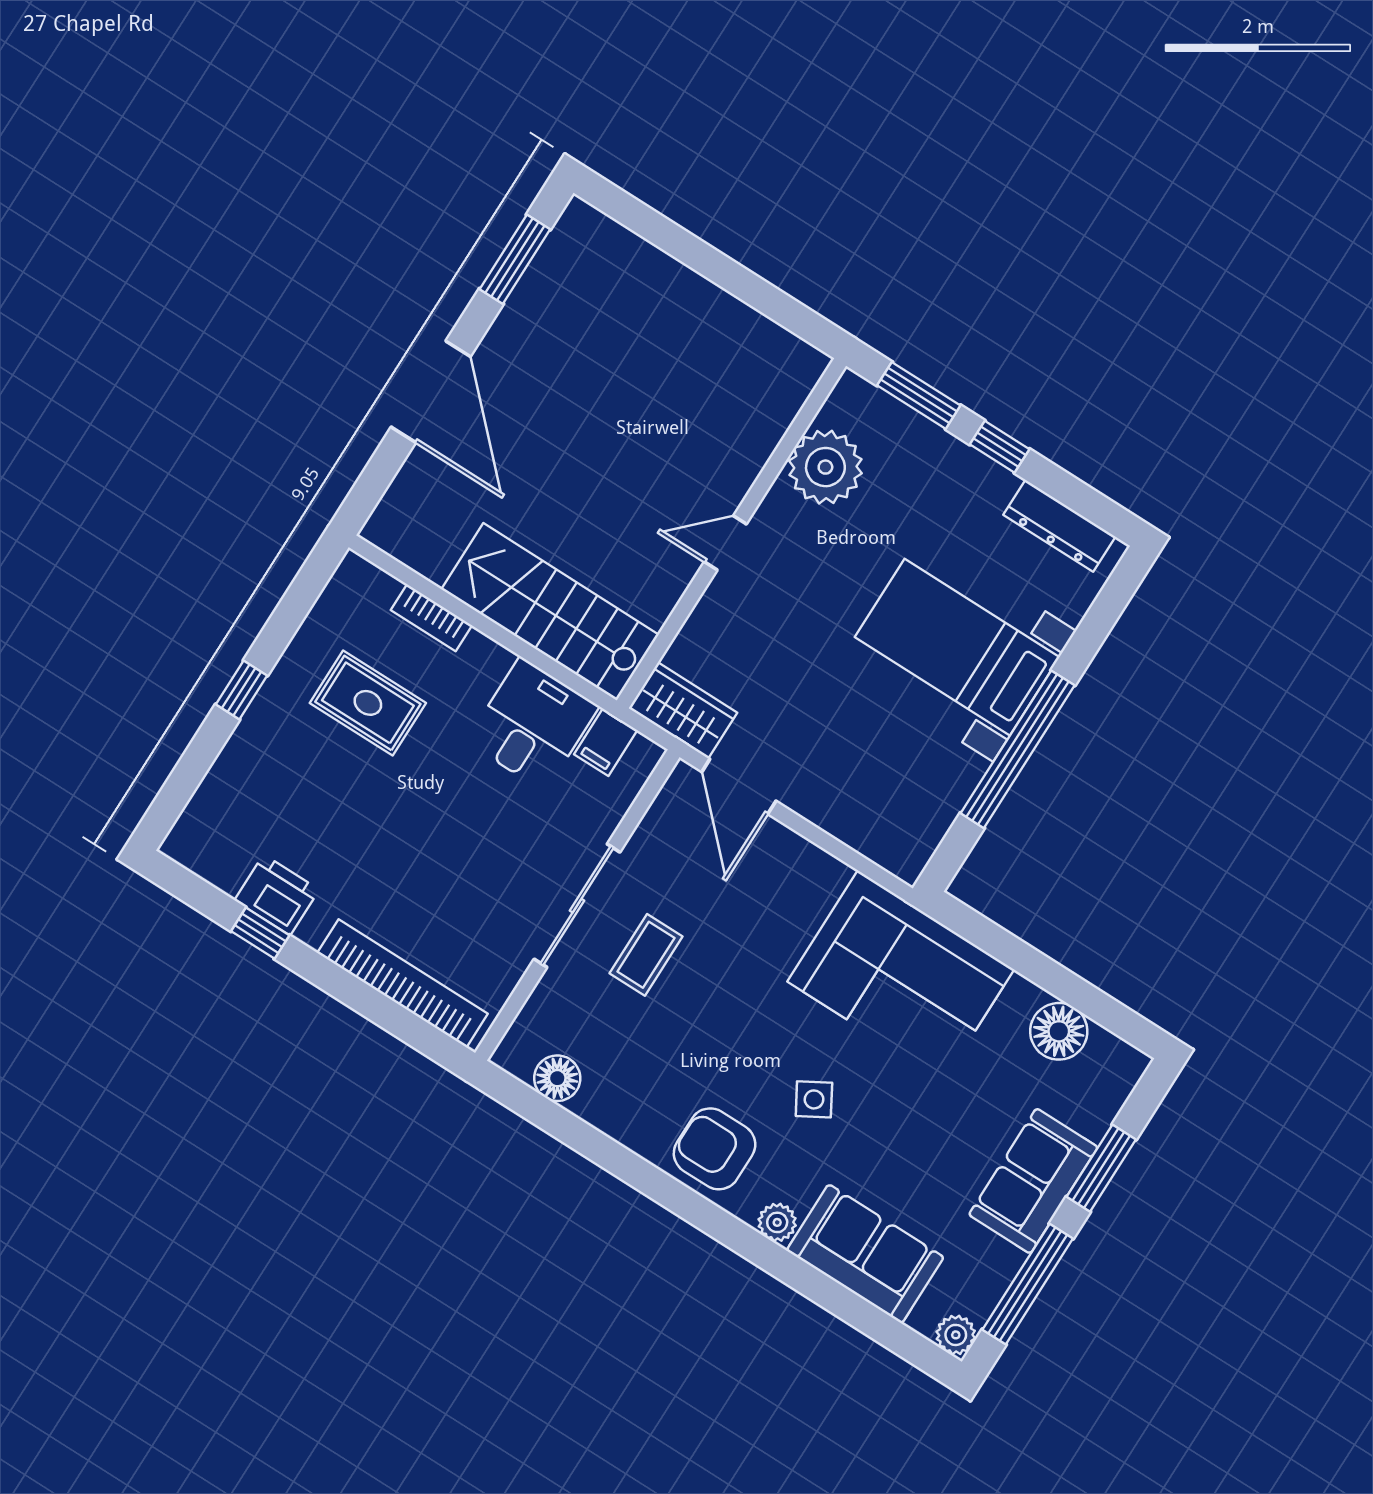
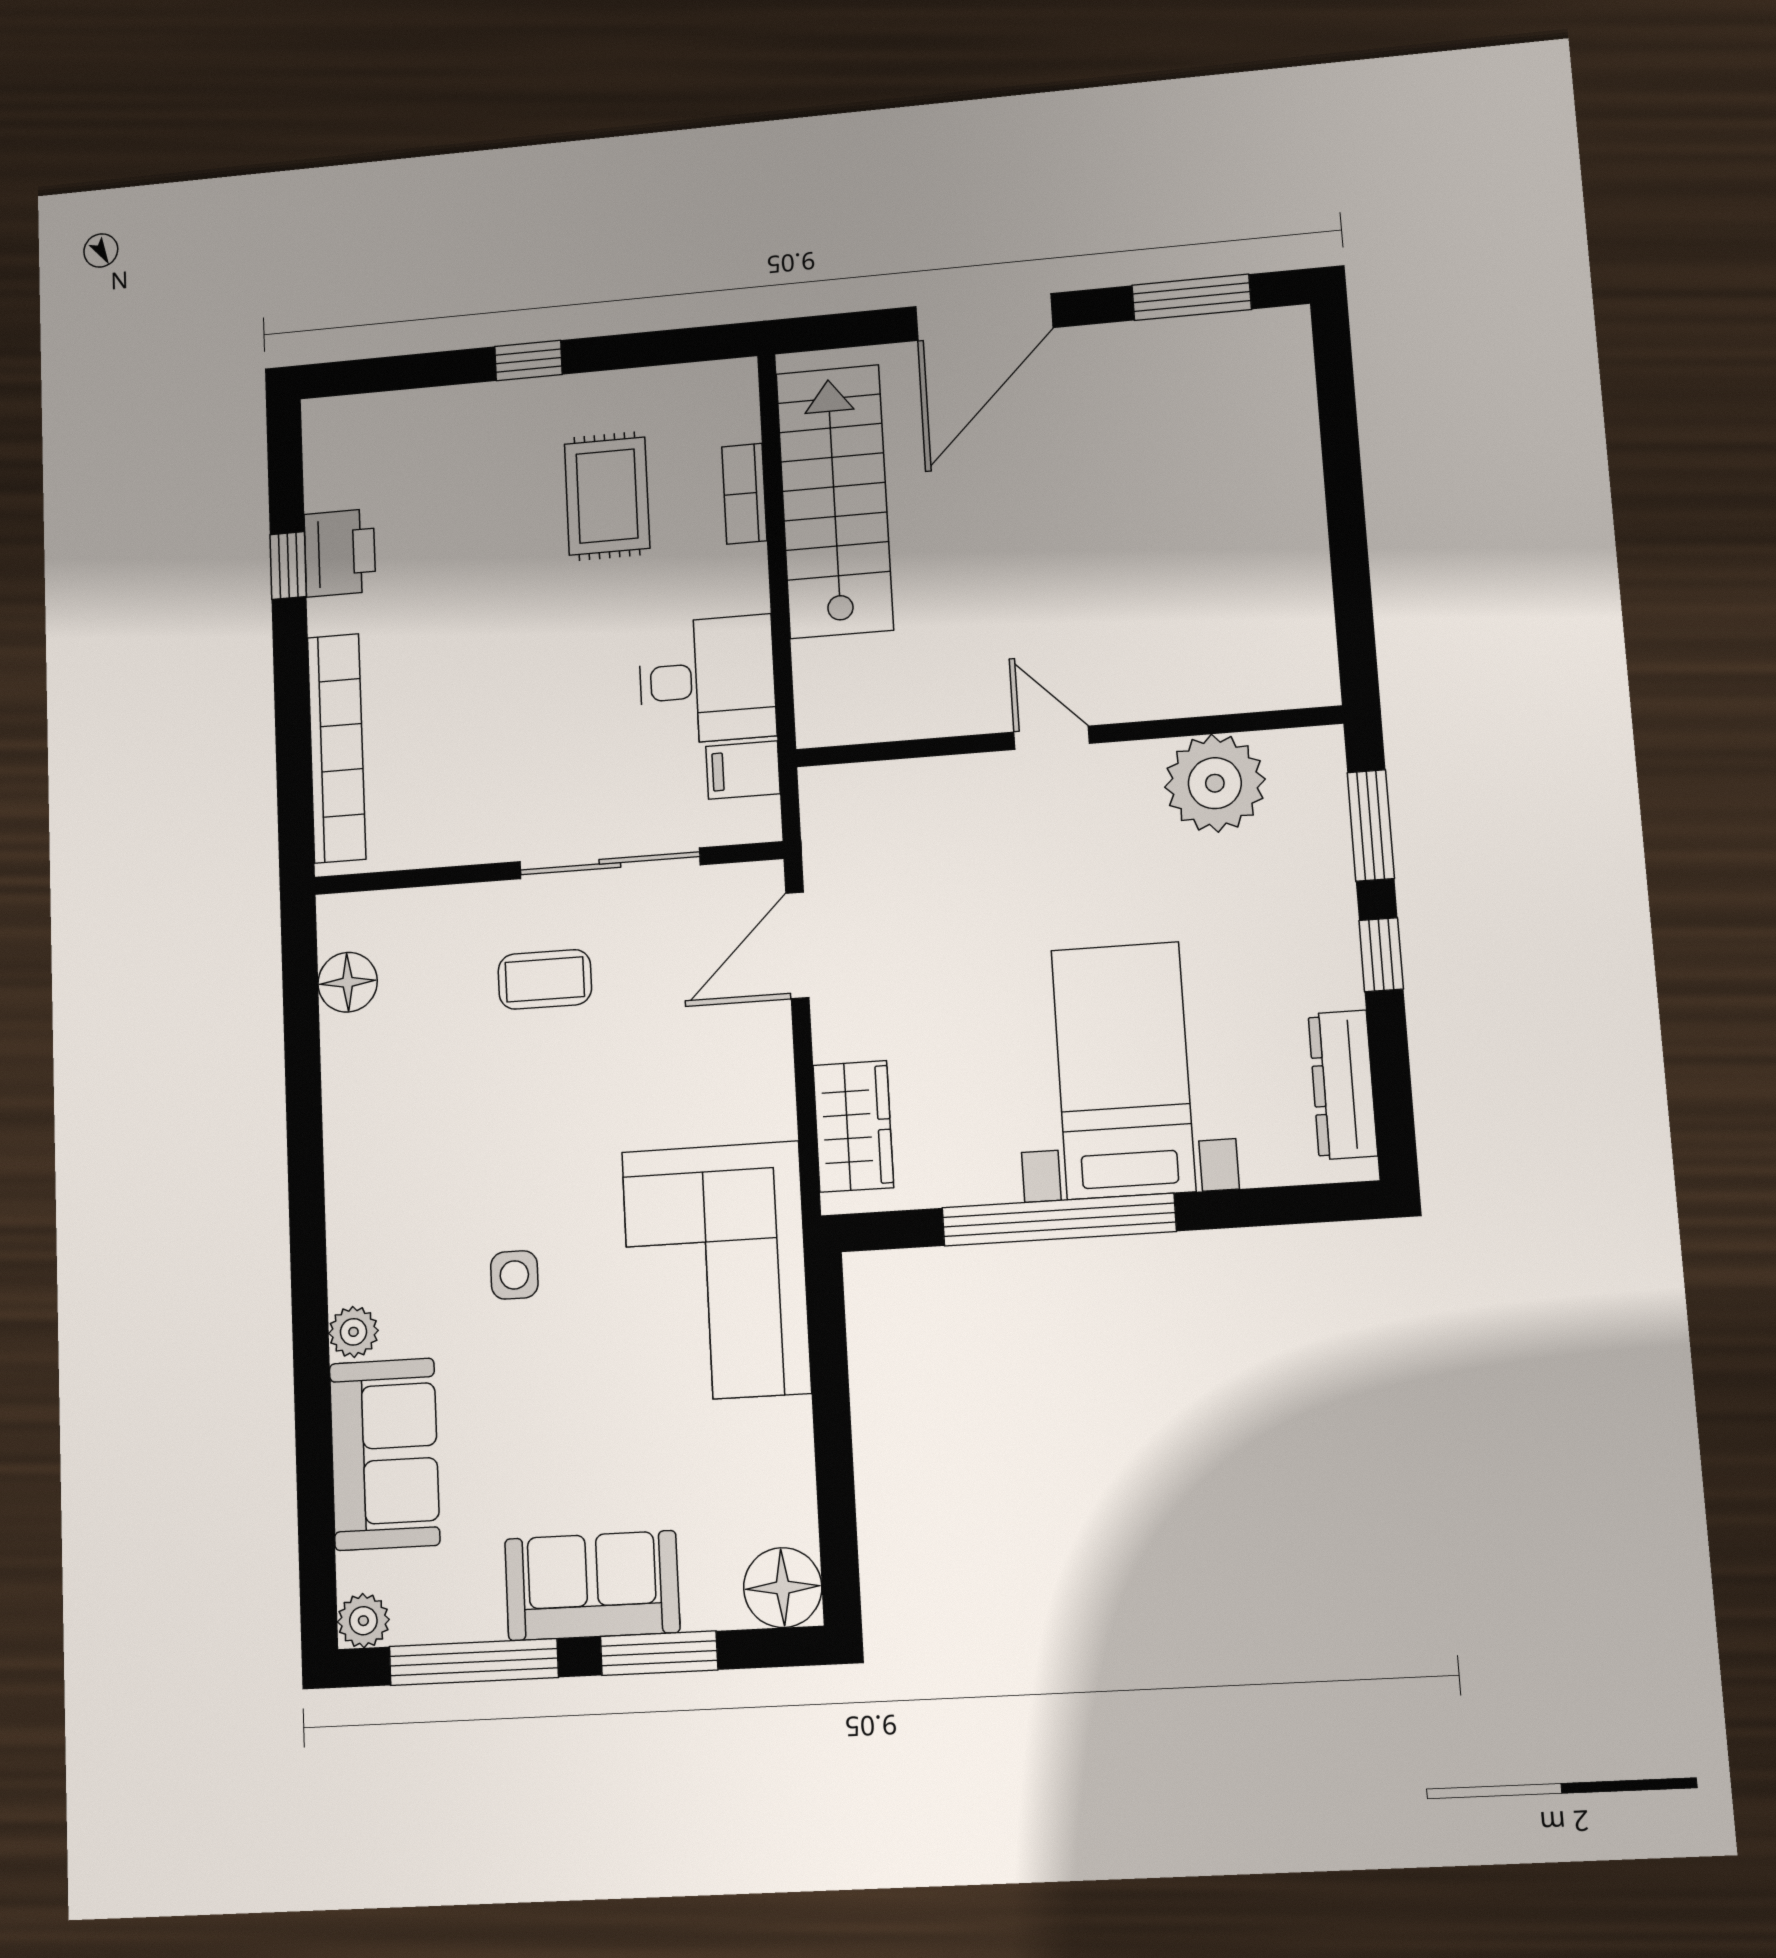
stairs: (550, 612) -> (835, 501), moved
wardrobe: (683, 710) -> (853, 1126), moved
sliding door: (577, 906) -> (610, 863), moved
floor lamp: (1059, 1031) -> (783, 1588), moved
side table: (814, 1099) -> (514, 1275), turned 30
armchair: (715, 1149) -> (387, 1206), removed

